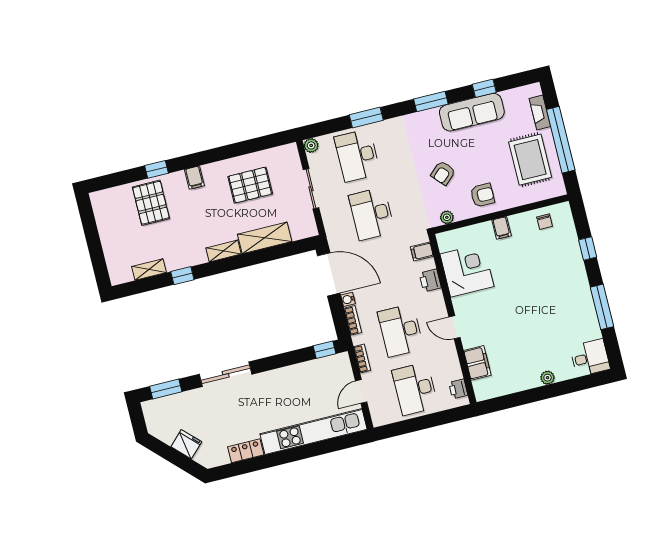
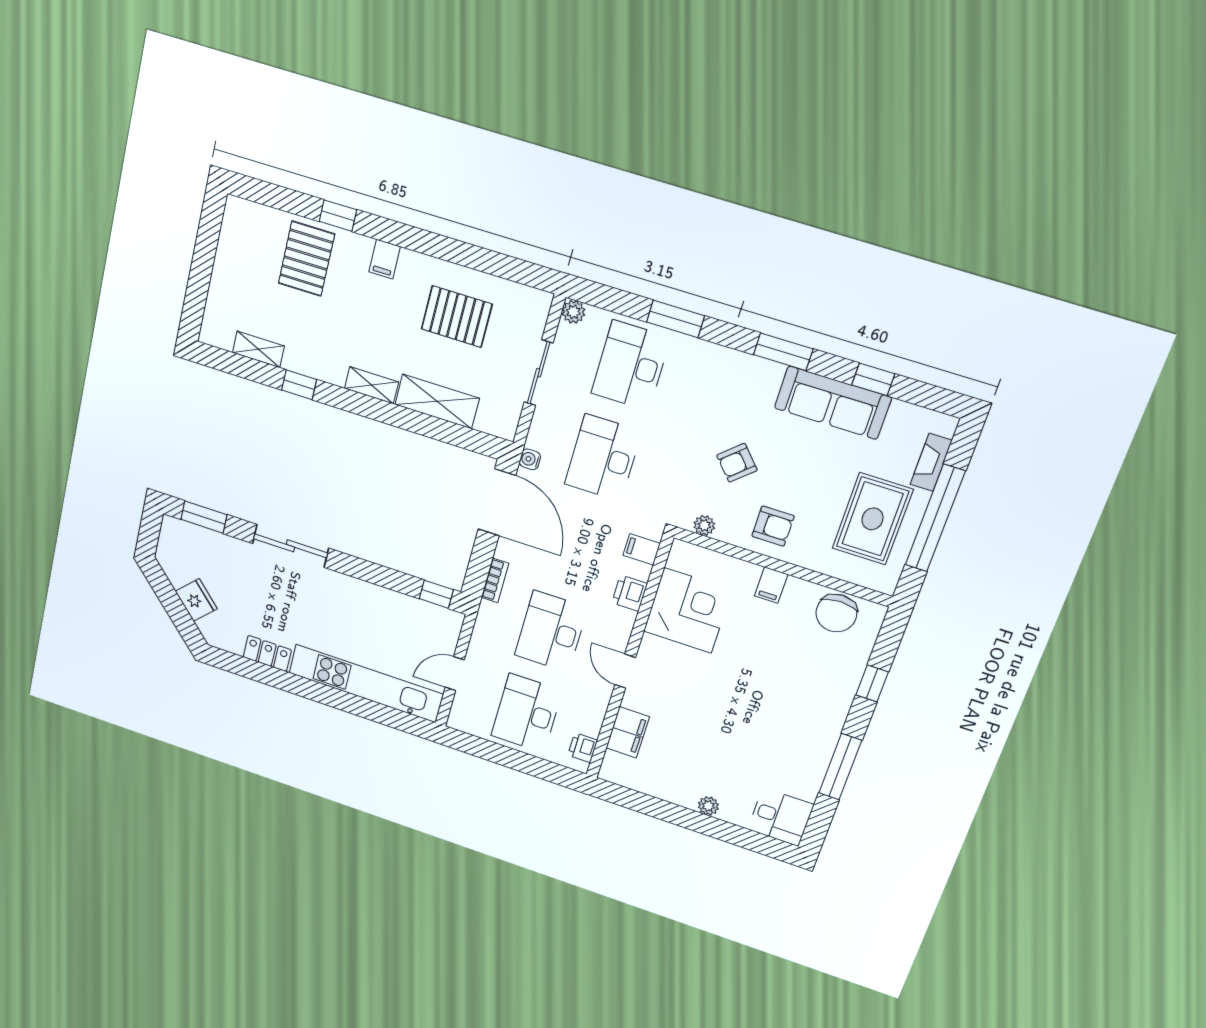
chair: (545, 222) -> (836, 613), width x1.87, depth x1.87
water cooler: (348, 299) -> (530, 459), moved
bookcase: (362, 359) -> (479, 635), removed

